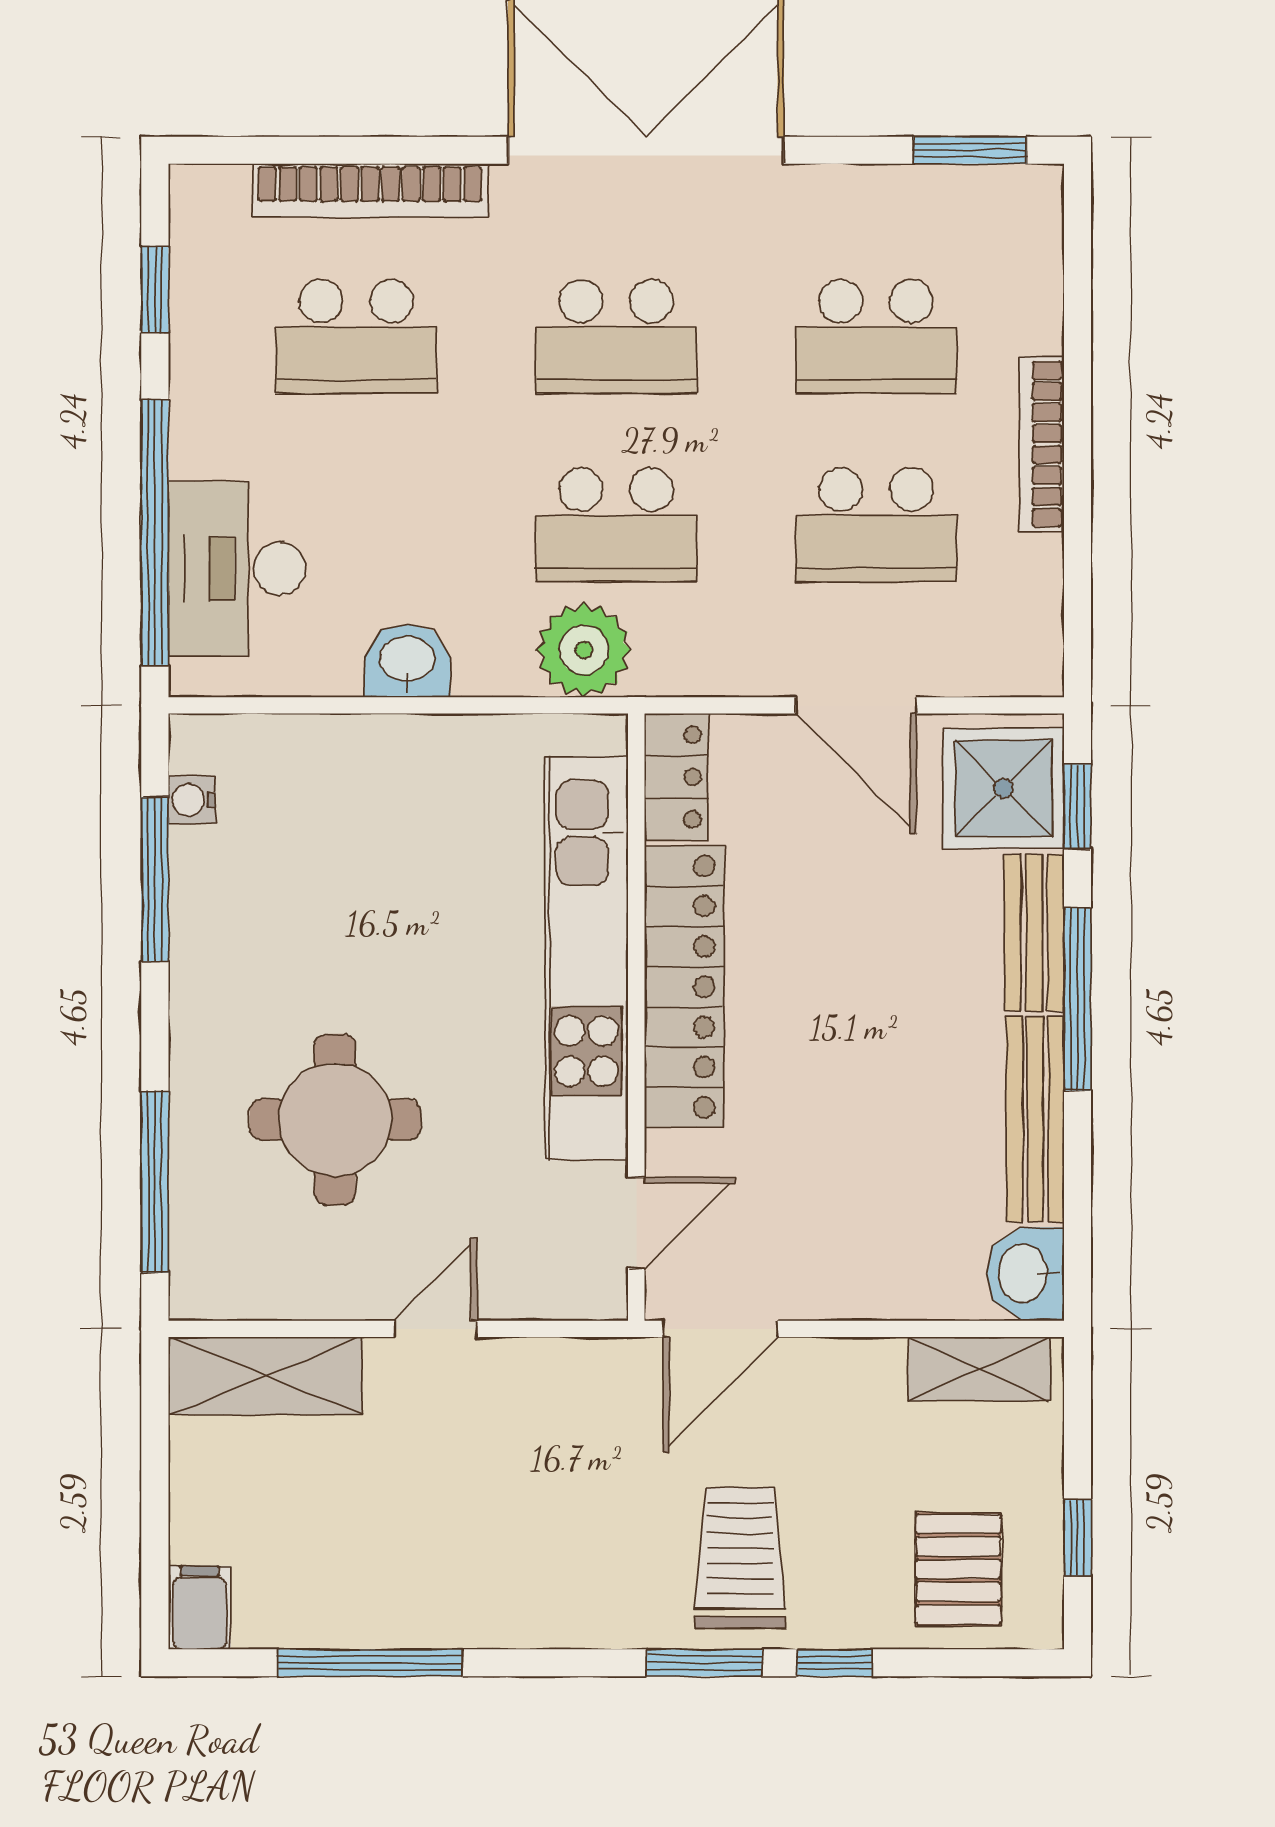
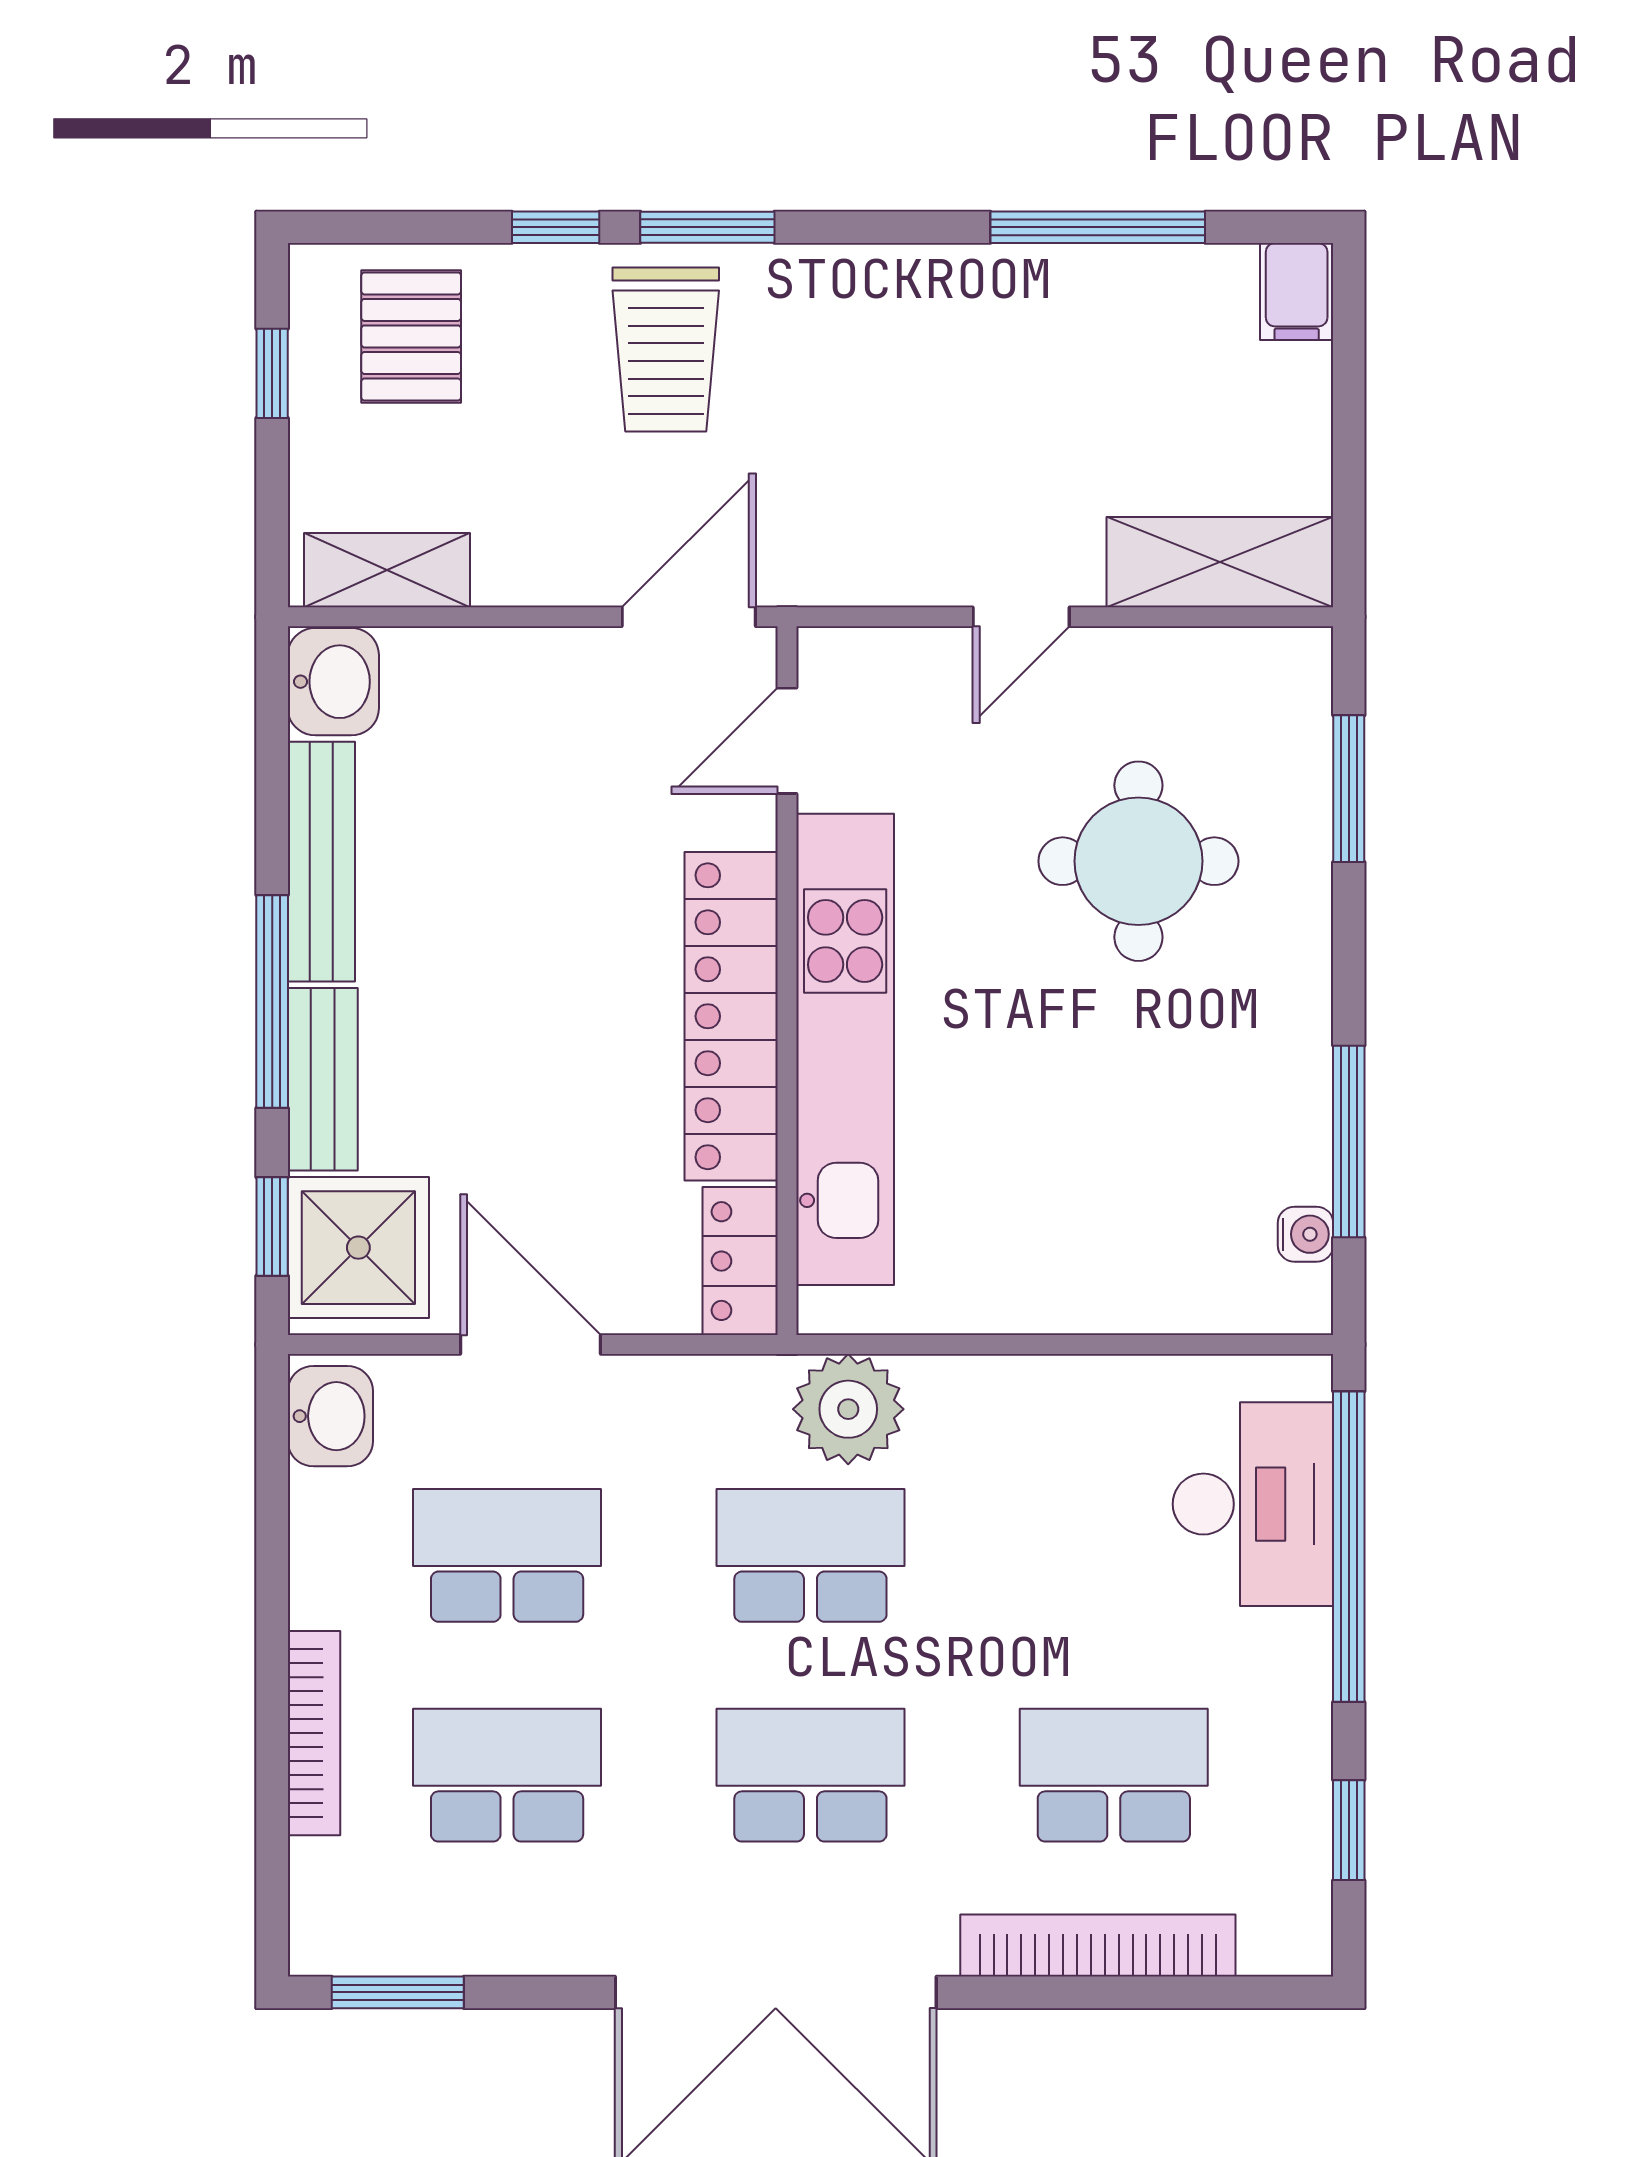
bookcase: (1042, 444) -> (314, 1733), moved
washbasin: (407, 661) -> (330, 1416), moved, turned -90
window: (155, 1182) -> (1349, 789), width x0.69

